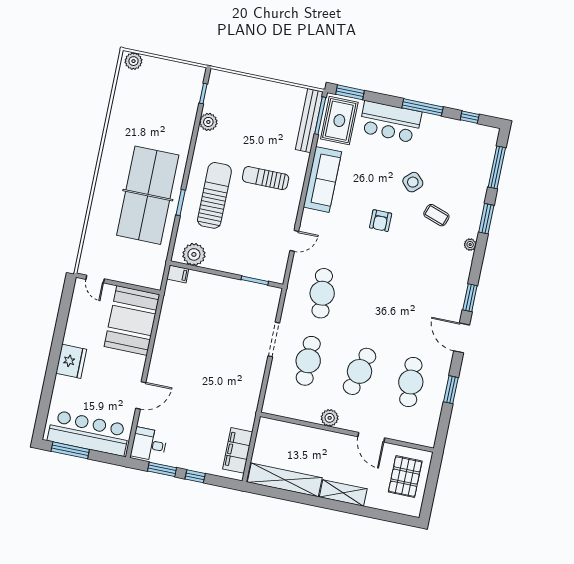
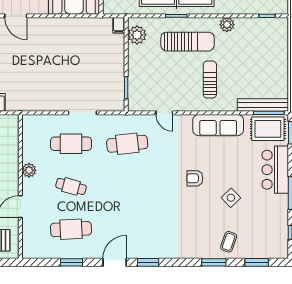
plant: (208, 122) -> (227, 25), moved
window: (497, 167) -> (257, 262), width x0.69
coffee table: (436, 215) -> (229, 242), moved
plant: (470, 245) -> (191, 254), removed
cafe table: (360, 371) -> (71, 186), width x0.73, depth x0.74

